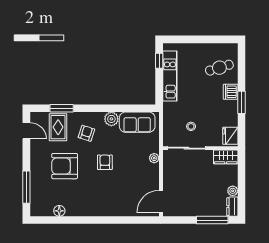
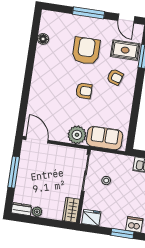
plant: (111, 119) -> (125, 104), removed
sofa: (137, 122) -> (104, 138), moved, turned 90
door: (26, 131) -> (126, 19), hinge flipped
plant: (154, 158) -> (77, 135), width x1.87, depth x1.87
window: (26, 187) -> (89, 13), moved
window: (212, 220) -> (14, 172), moved

